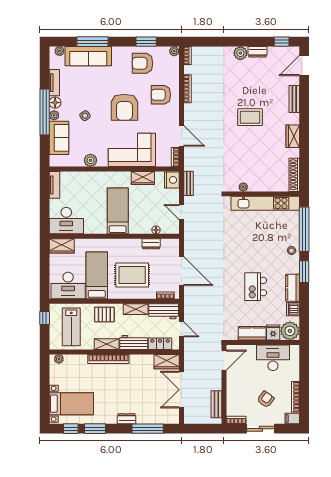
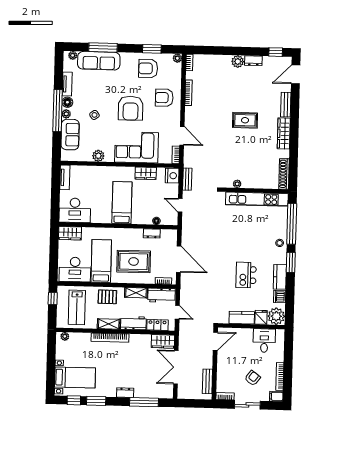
wardrobe: (293, 136) -> (284, 133), width x1.50
desk: (273, 358) -> (264, 341), width x0.73

